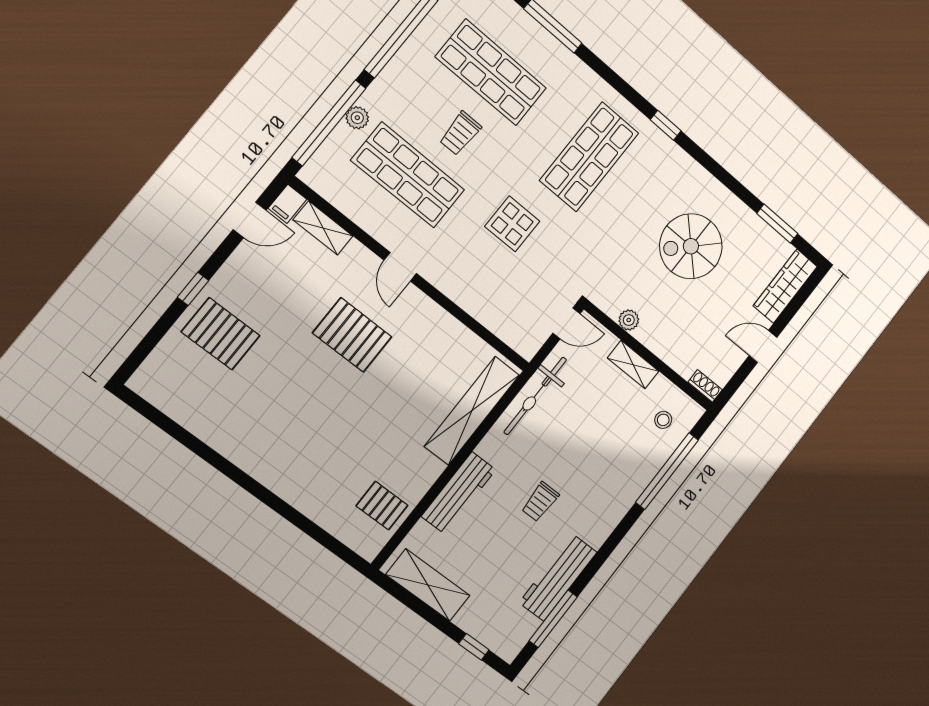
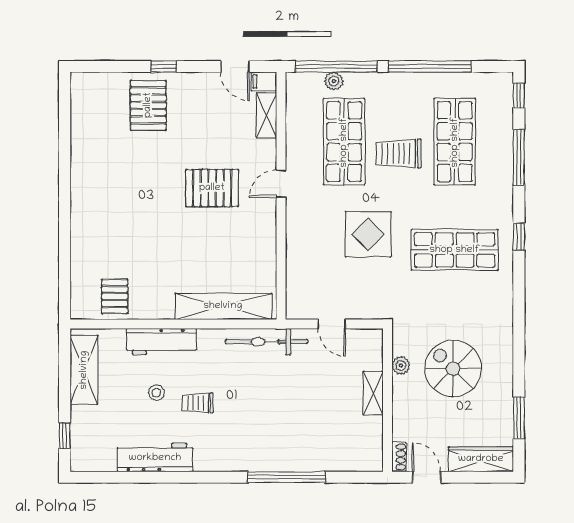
plant: (357, 118) -> (334, 81), moved
window: (666, 125) -> (519, 237), moved
trolley: (460, 133) -> (399, 153), width x1.36, depth x1.39
display table: (512, 224) -> (368, 234), width x1.36, depth x1.36
plant: (629, 320) -> (401, 365), moved
pallet: (352, 335) -> (212, 188), turned 90
wall: (649, 357) -> (387, 400), moved
shelving: (633, 365) -> (373, 393), moved
shoe rack: (705, 386) -> (399, 457), moved
stool: (663, 420) -> (156, 393), moved
window: (553, 619) -> (124, 477), removed

